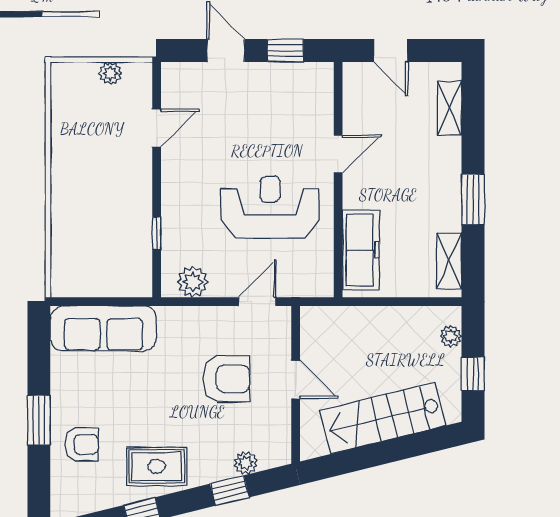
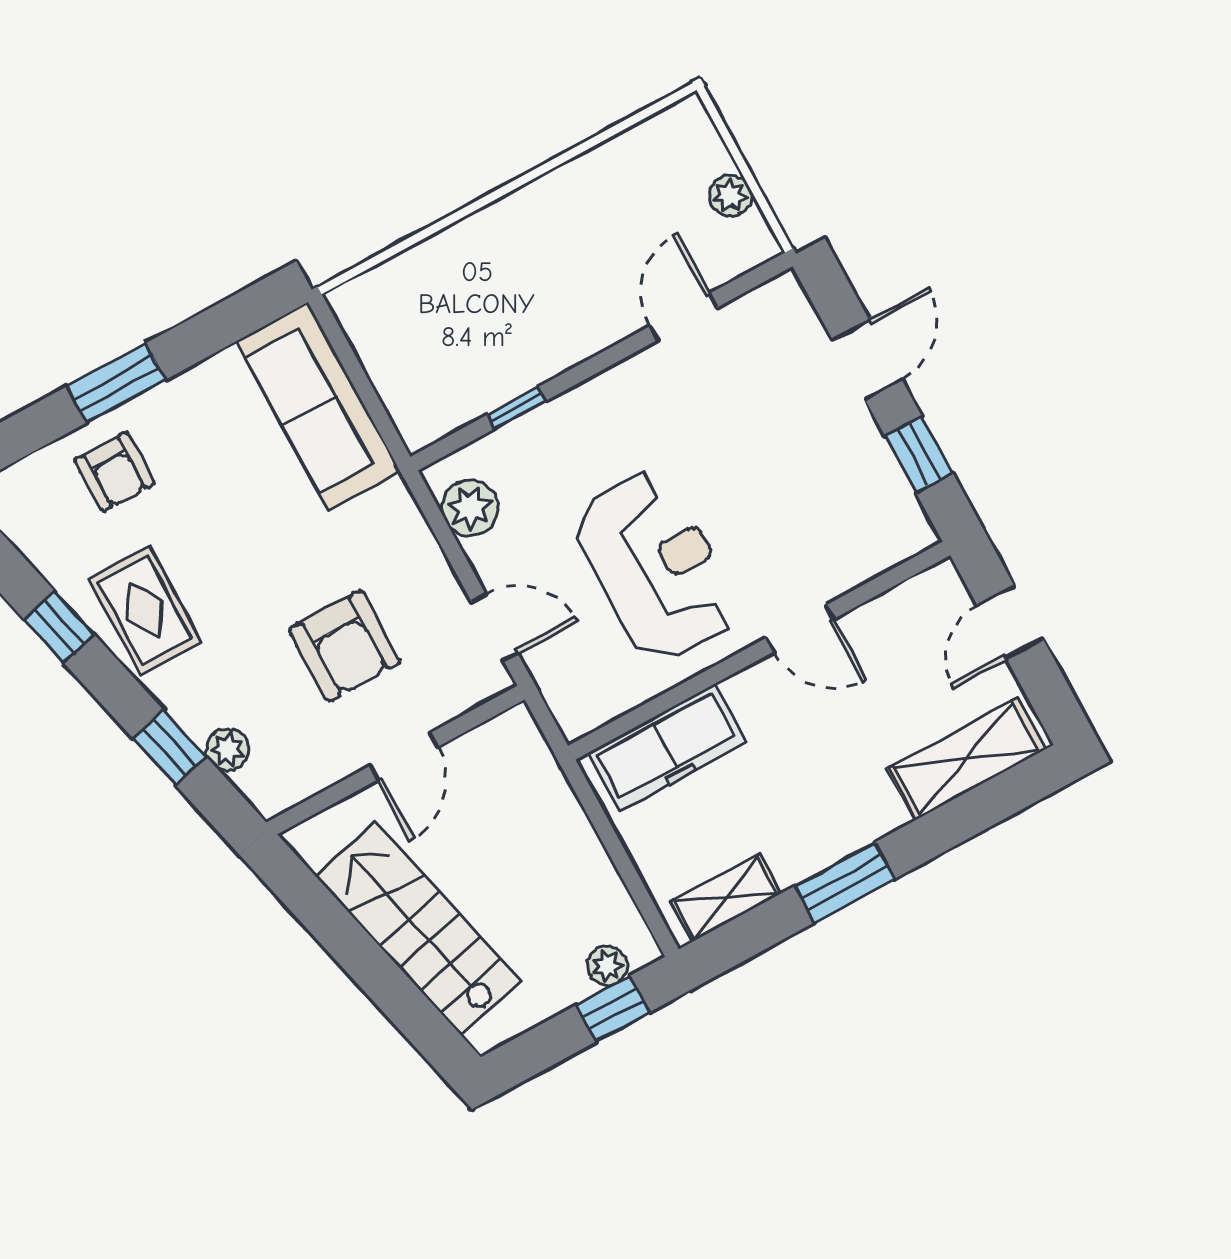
shelving: (449, 108) -> (966, 759), width x1.50, depth x1.33
door: (157, 128) -> (683, 317), swing flipped
window: (473, 374) -> (613, 1009), moved

